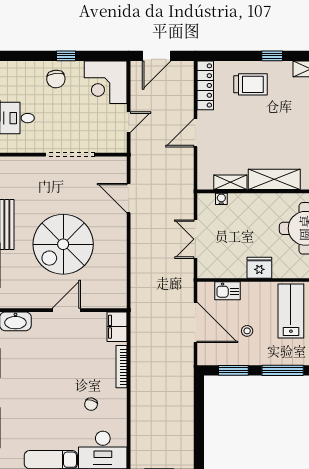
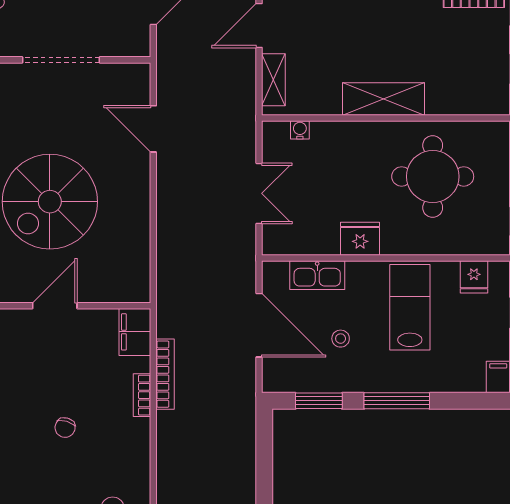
shelving: (230, 182) -> (273, 80), moved, turned 90
double door: (195, 239) -> (259, 193), swing flipped
kitchen sink: (228, 291) -> (317, 275), width x1.38
bookcase: (136, 353) -> (165, 374), added
bookcase: (121, 367) -> (142, 395), width x0.64
chair: (91, 404) -> (65, 428), moved

